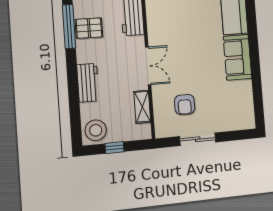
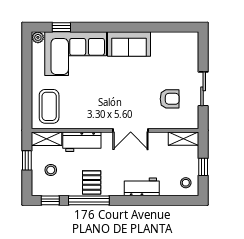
double door: (148, 66) -> (131, 130), swing flipped
shelving: (142, 107) -> (183, 139), moved
stool: (96, 130) -> (186, 183), width x0.53, depth x0.53

